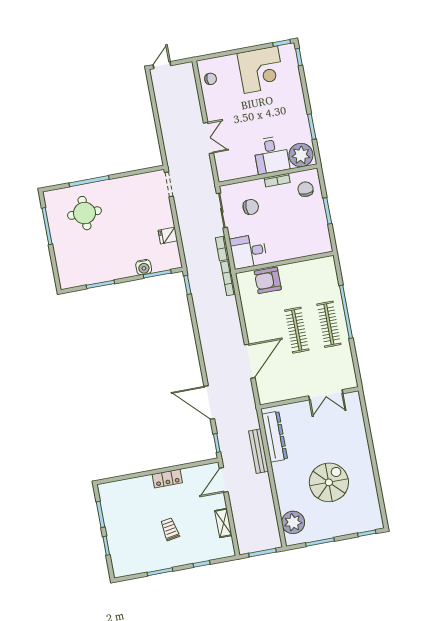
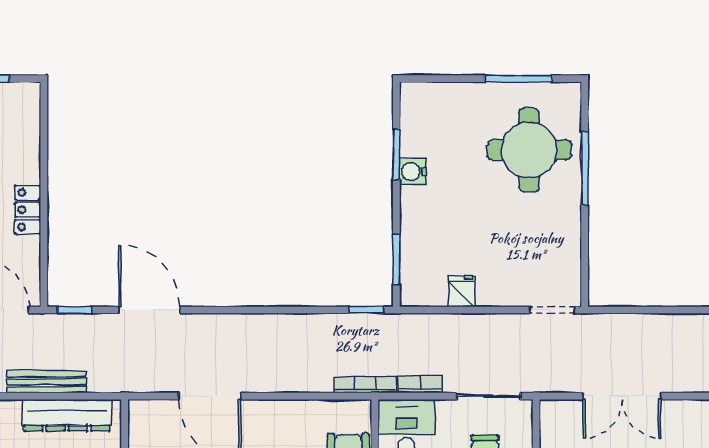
double door: (208, 138) -> (622, 396), width x1.37
round table: (85, 213) -> (529, 150), width x1.36, depth x1.36
water cooler: (144, 267) -> (413, 172), moved
door: (209, 402) -> (149, 310), hinge flipped

